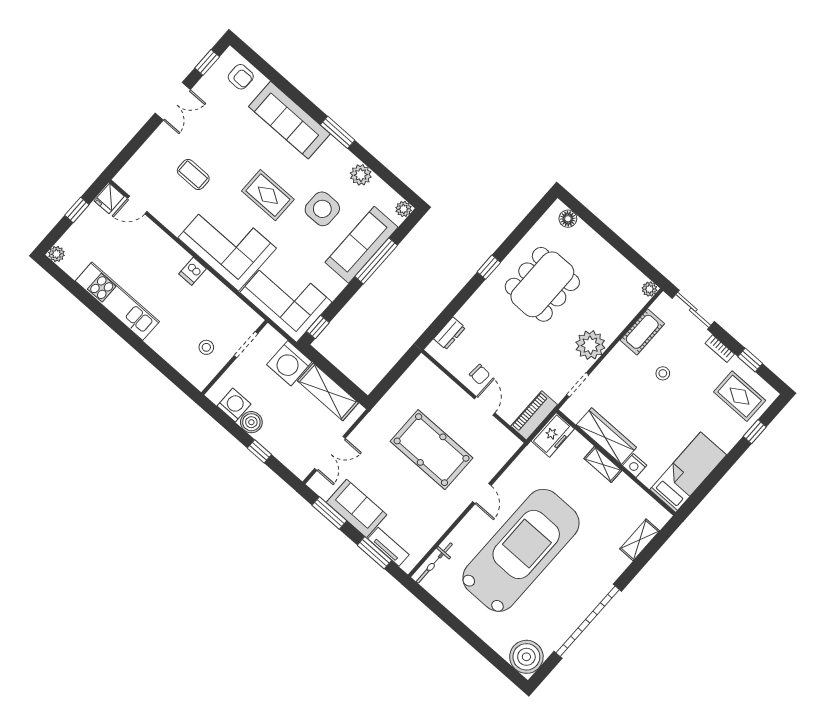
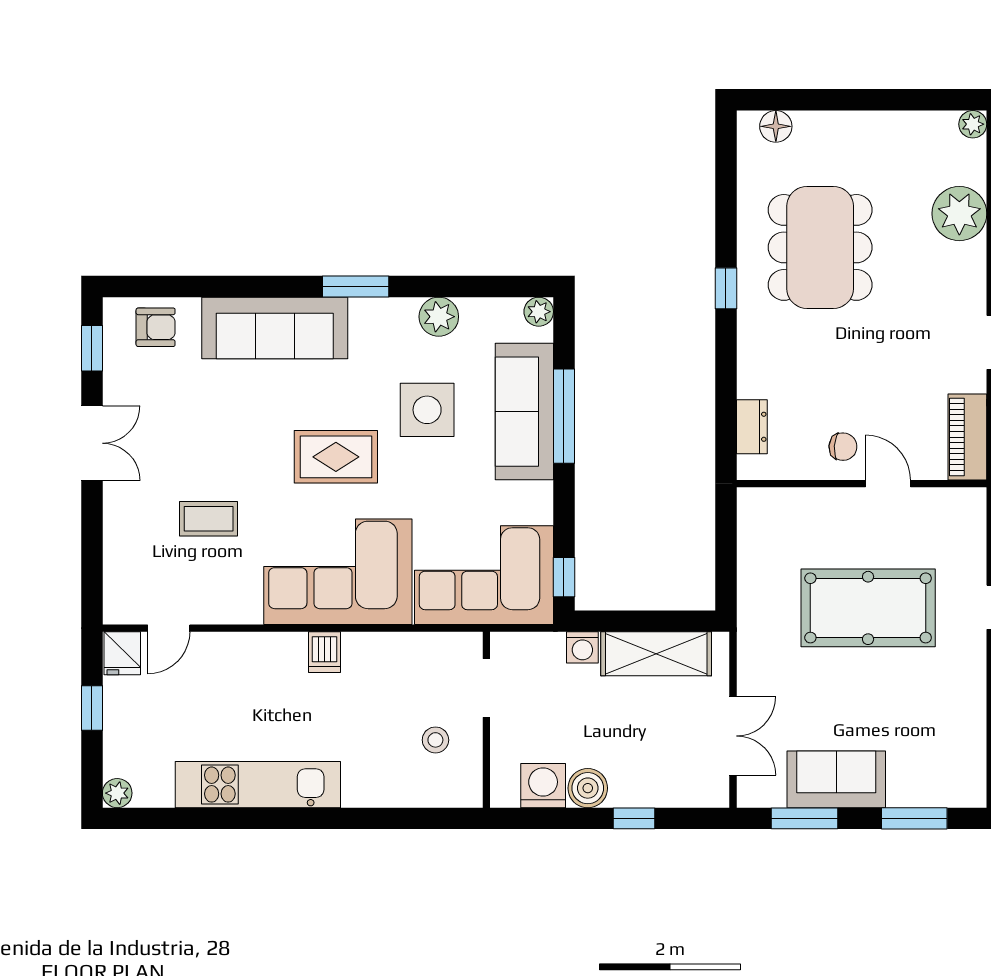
plant: (590, 345) -> (959, 214), moved
washing machine: (289, 363) -> (582, 647), width x0.53, depth x0.53
tv unit: (388, 547) -> (926, 793), removed

